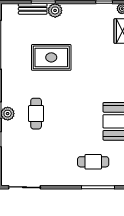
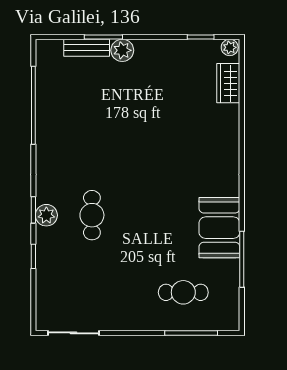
rug: (51, 57) -> (116, 125), removed

